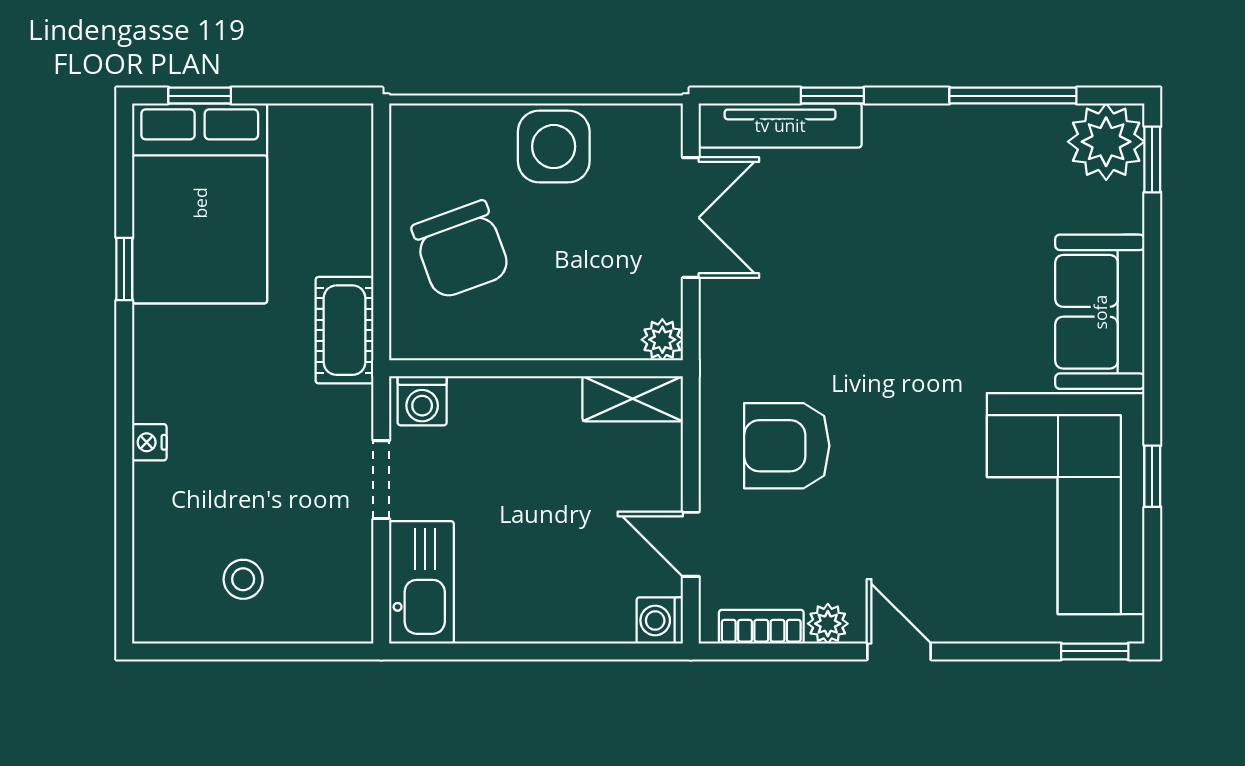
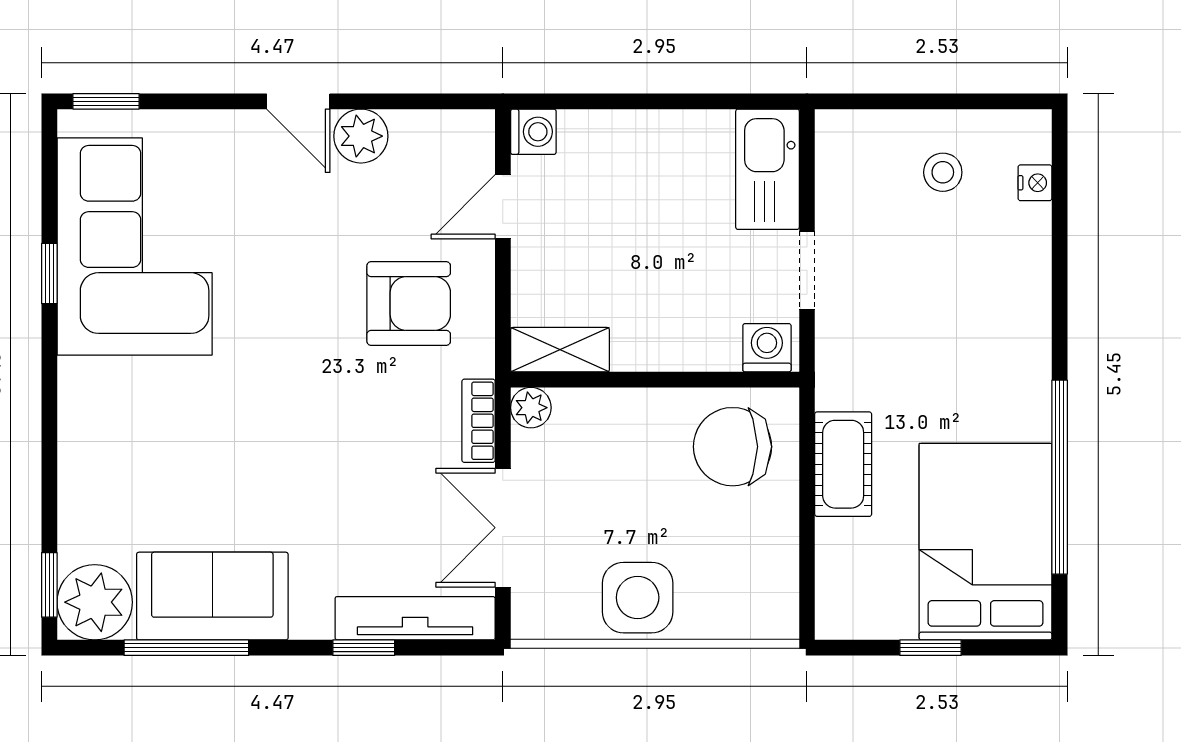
window: (200, 96) -> (931, 648), moved
chair: (461, 250) -> (733, 447), moved, turned -70
window: (124, 269) -> (1060, 477), width x3.17
sofa: (1100, 312) -> (212, 596), moved, turned -90
cot: (345, 330) -> (843, 464), moved
nightstand: (149, 442) -> (1035, 183), moved
door: (691, 544) -> (503, 207), swing flipped
plant: (828, 624) -> (361, 136), width x1.38, depth x1.38
bookcase: (761, 627) -> (479, 421), moved, turned 90

